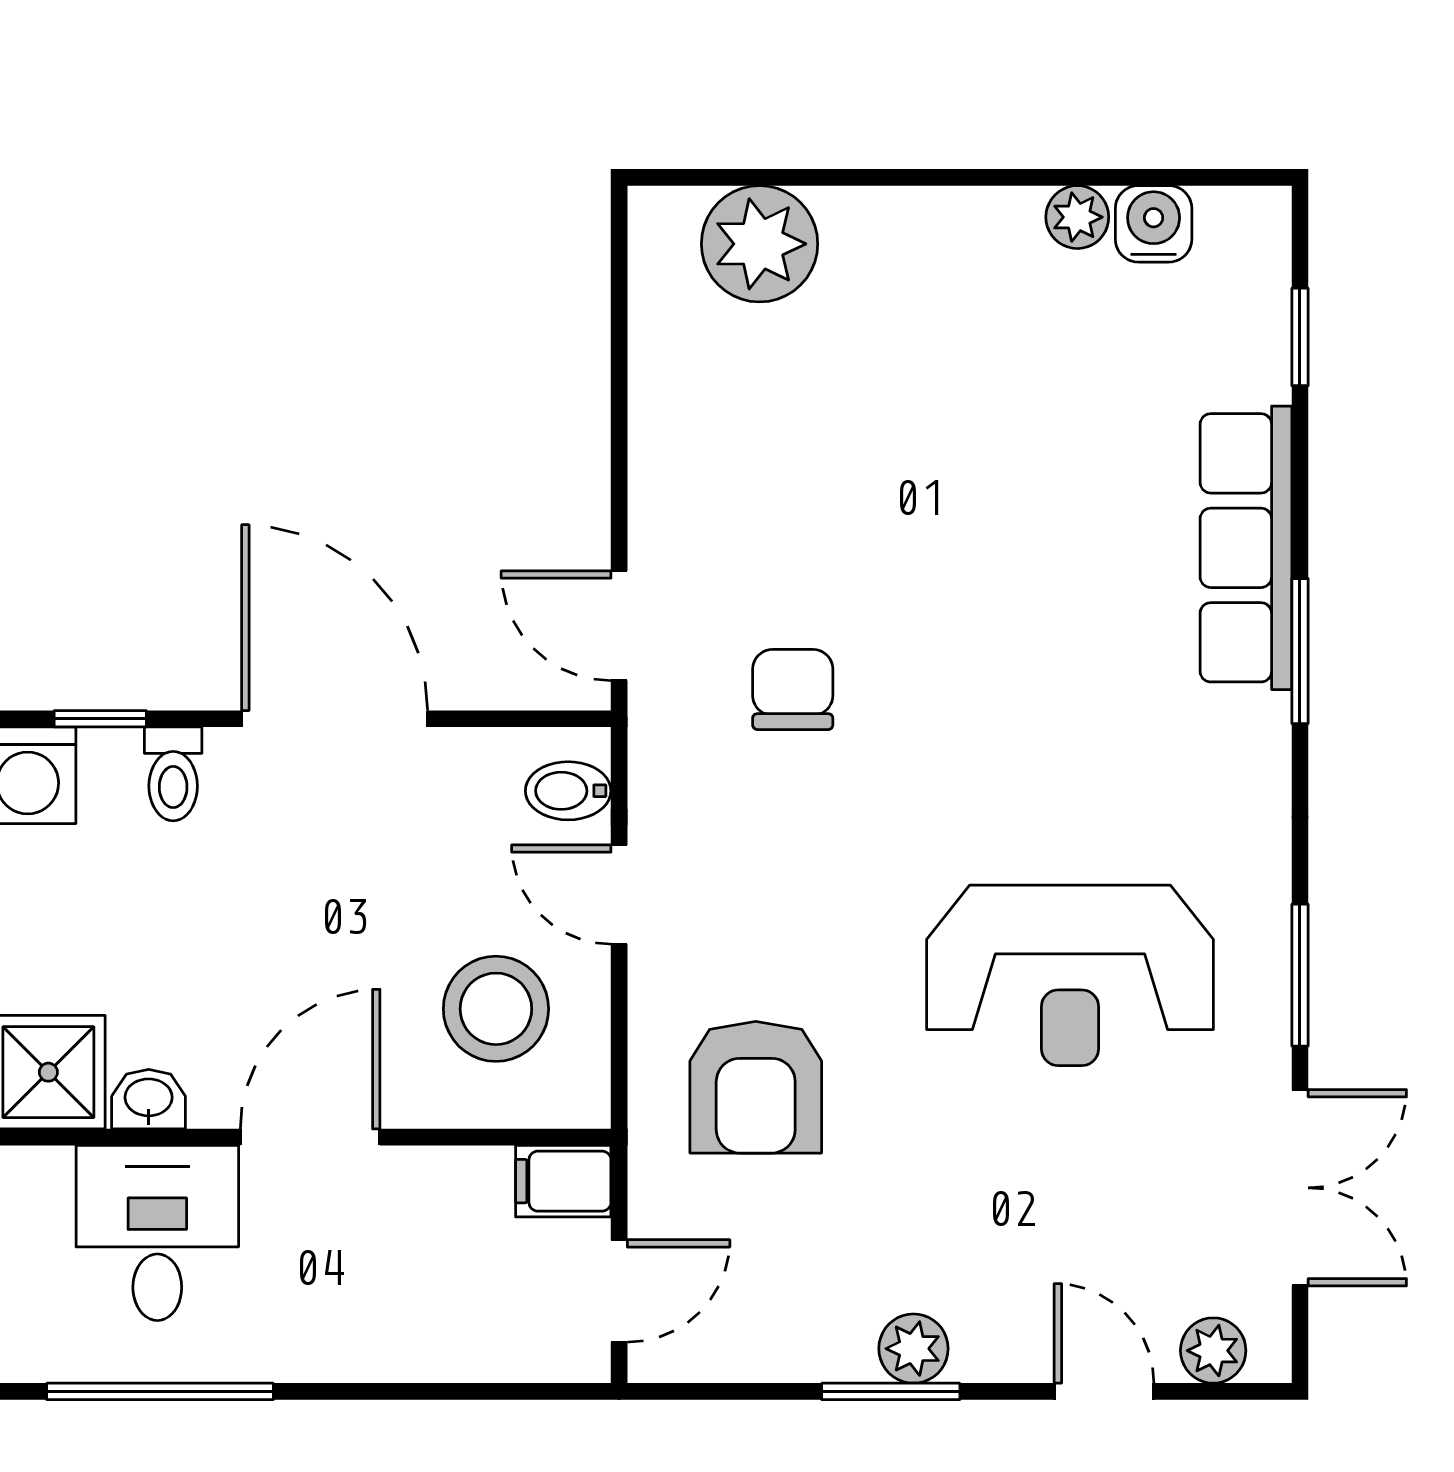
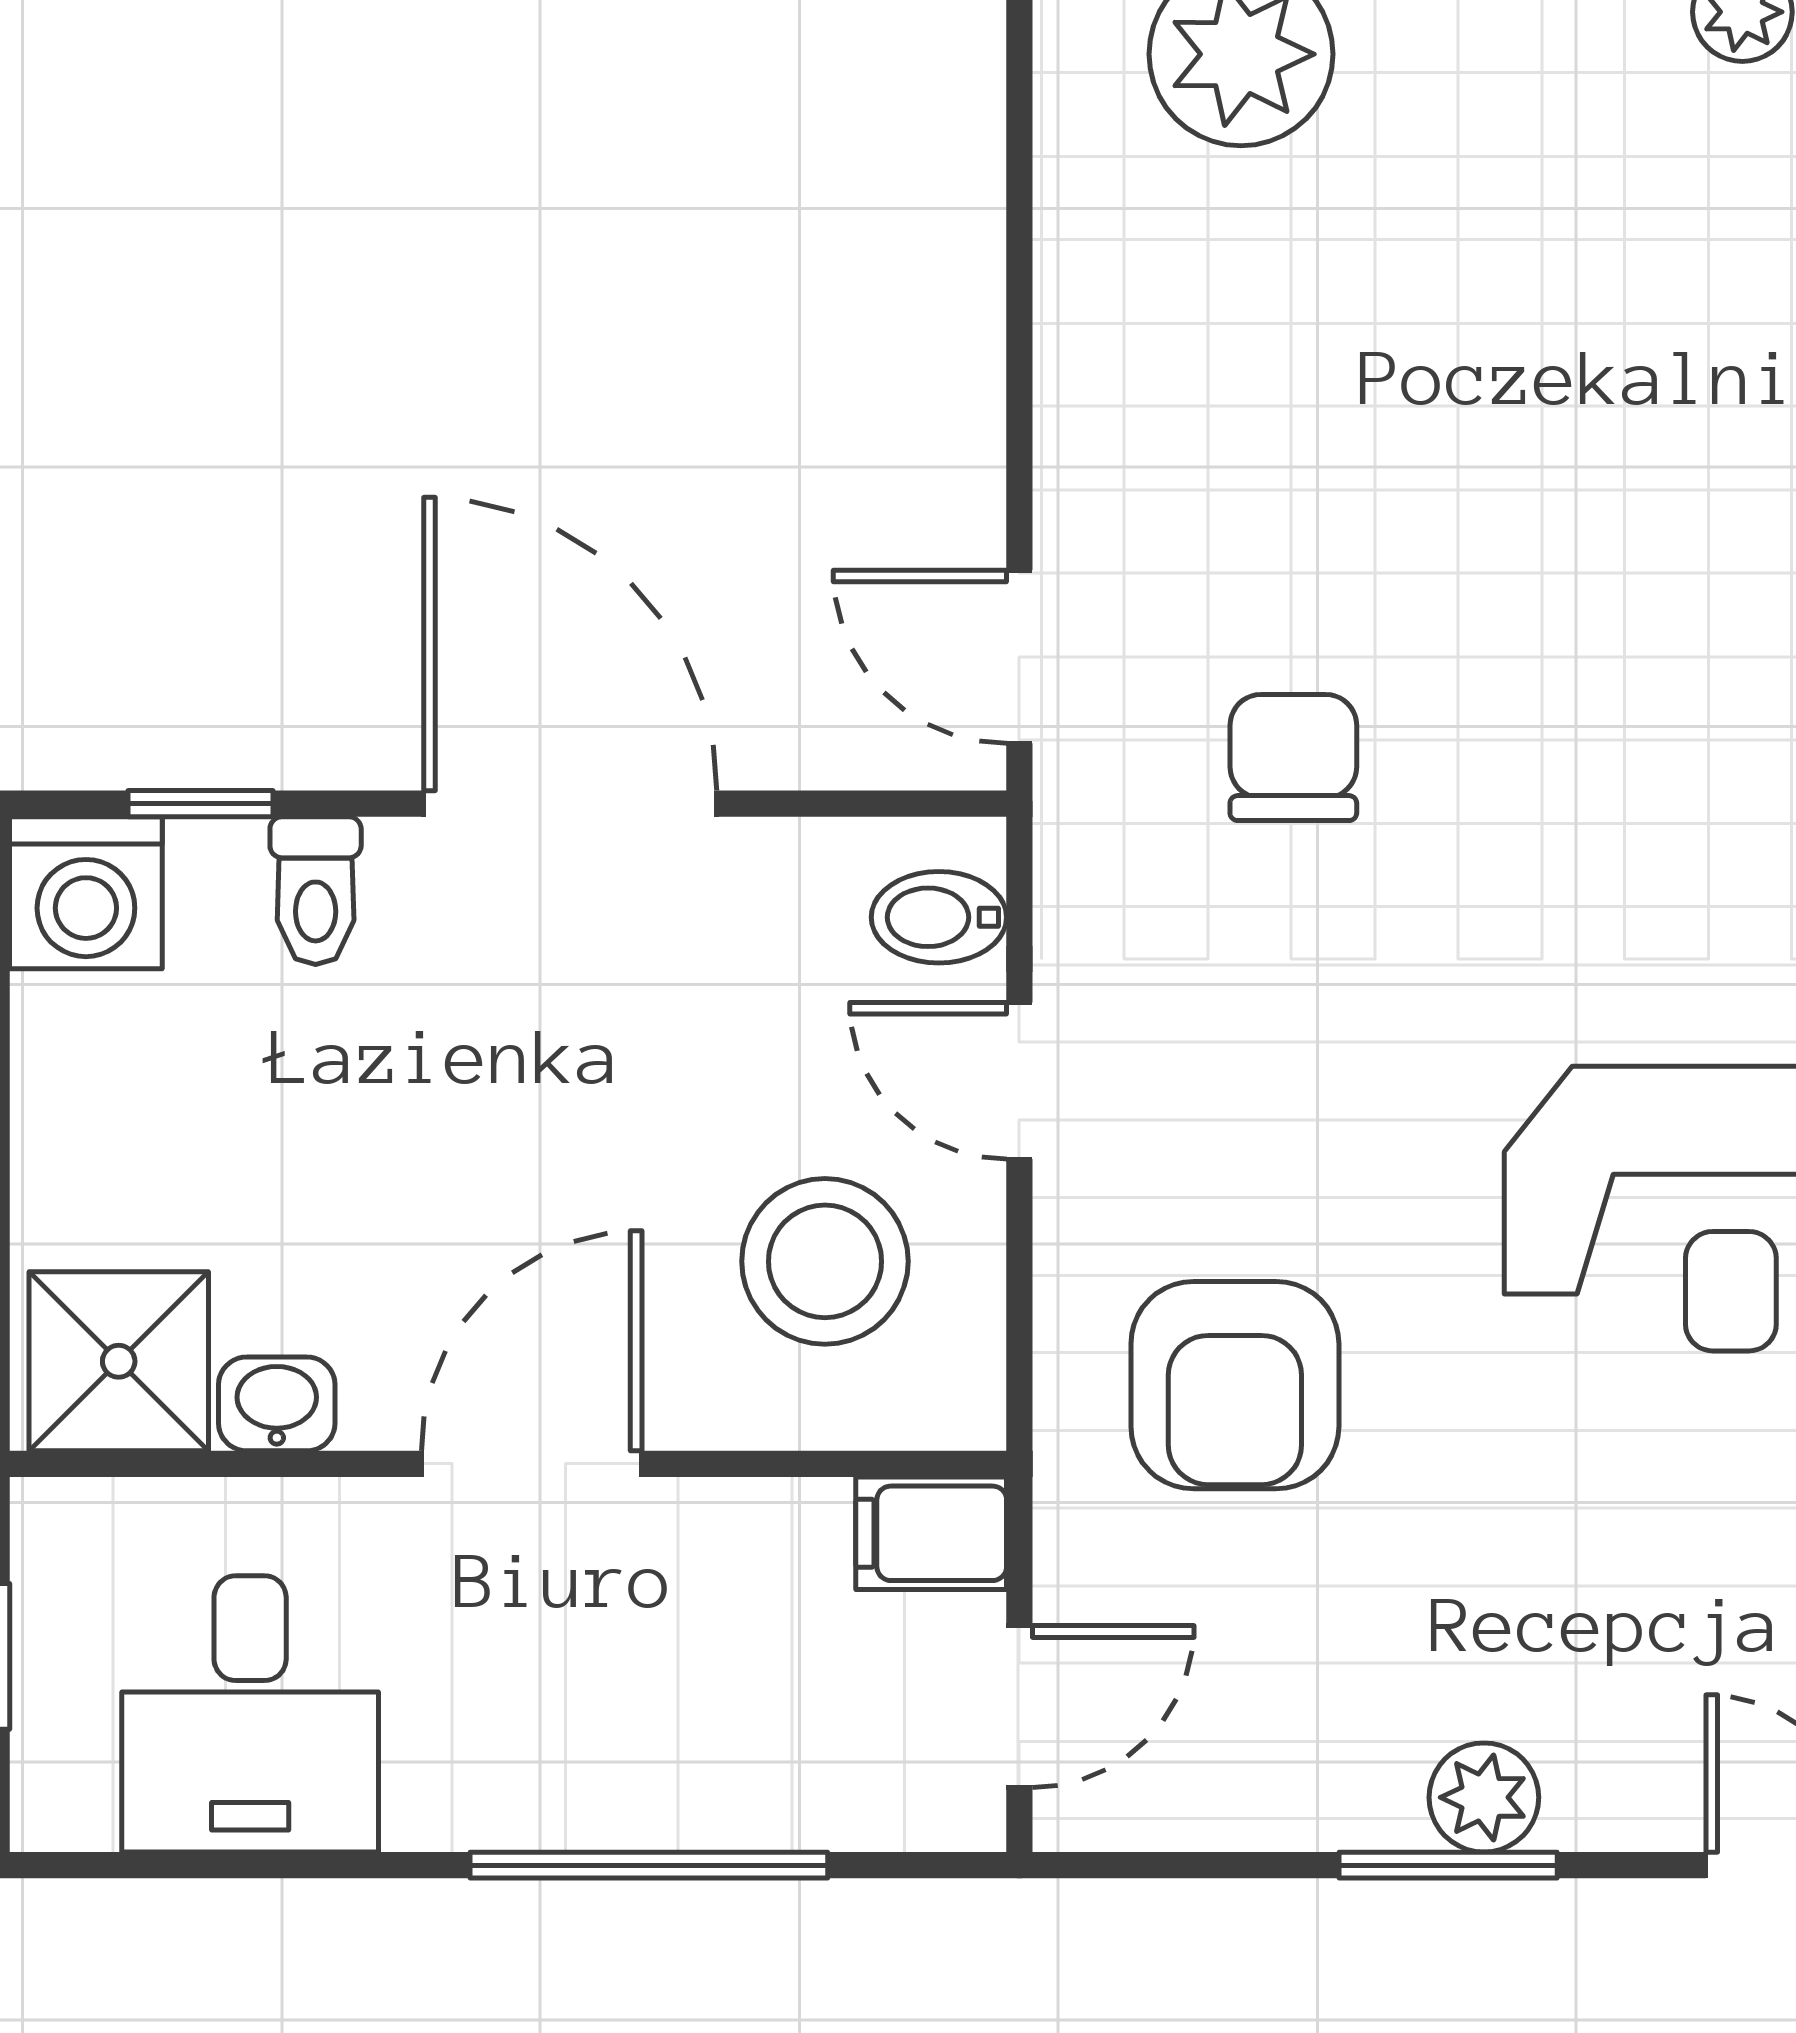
desk: (157, 1233) -> (250, 1714), moved, turned 180
window: (160, 1391) -> (649, 1865), moved

